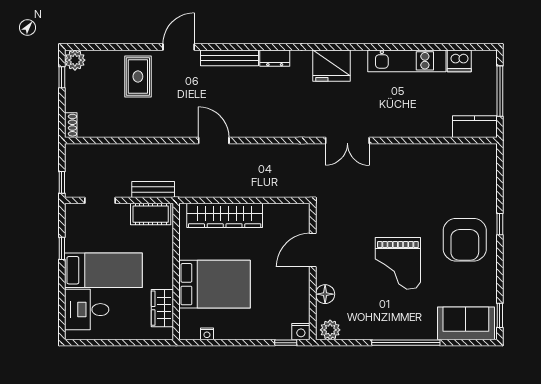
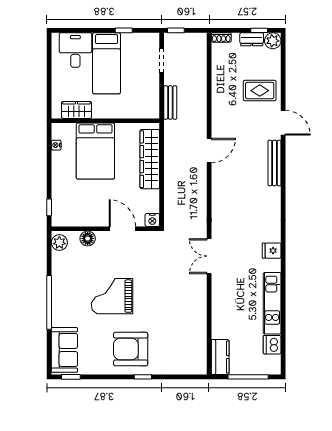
dresser: (275, 58) -> (252, 39), moved, turned -90
fridge: (332, 66) -> (272, 251), width x0.53, depth x0.75
cot: (151, 214) -> (151, 101), removed
nightstand: (301, 332) -> (152, 220), moved, turned -90

